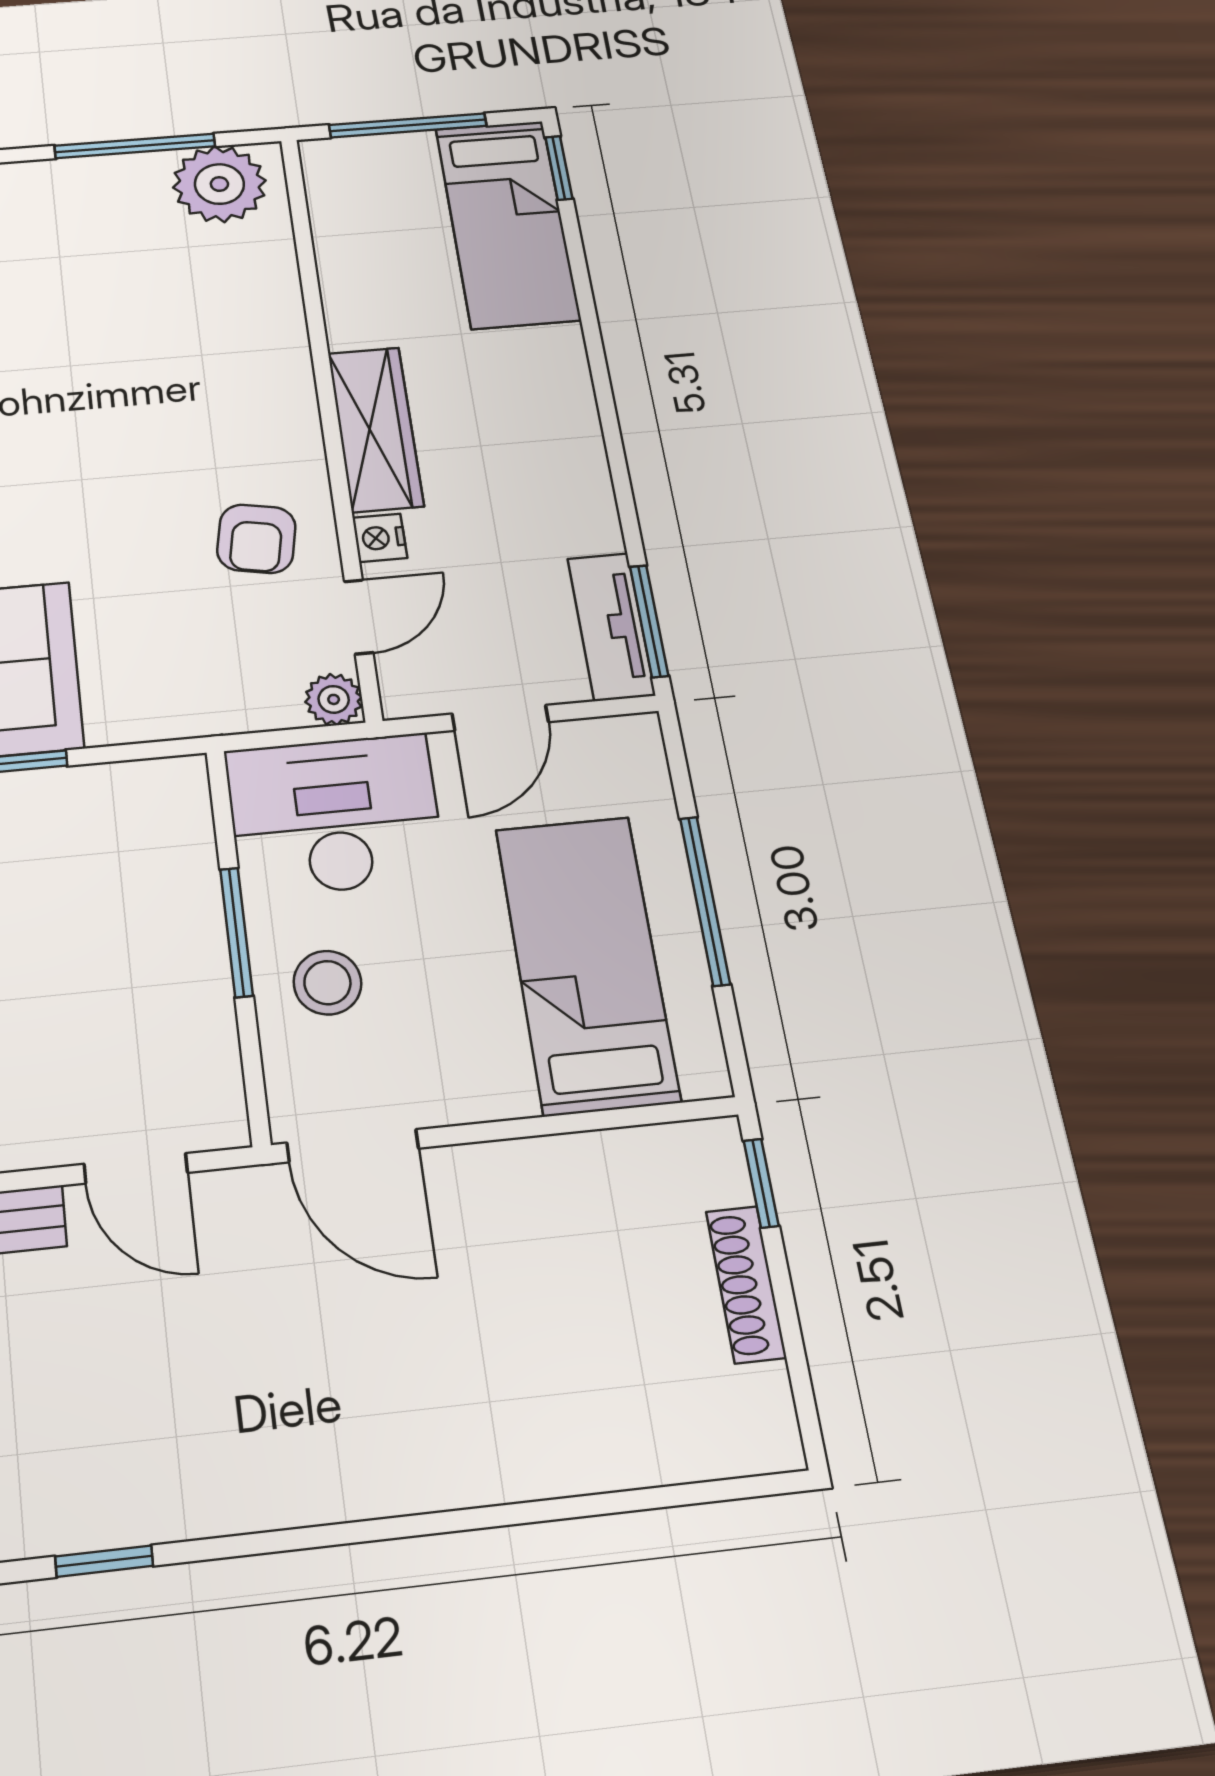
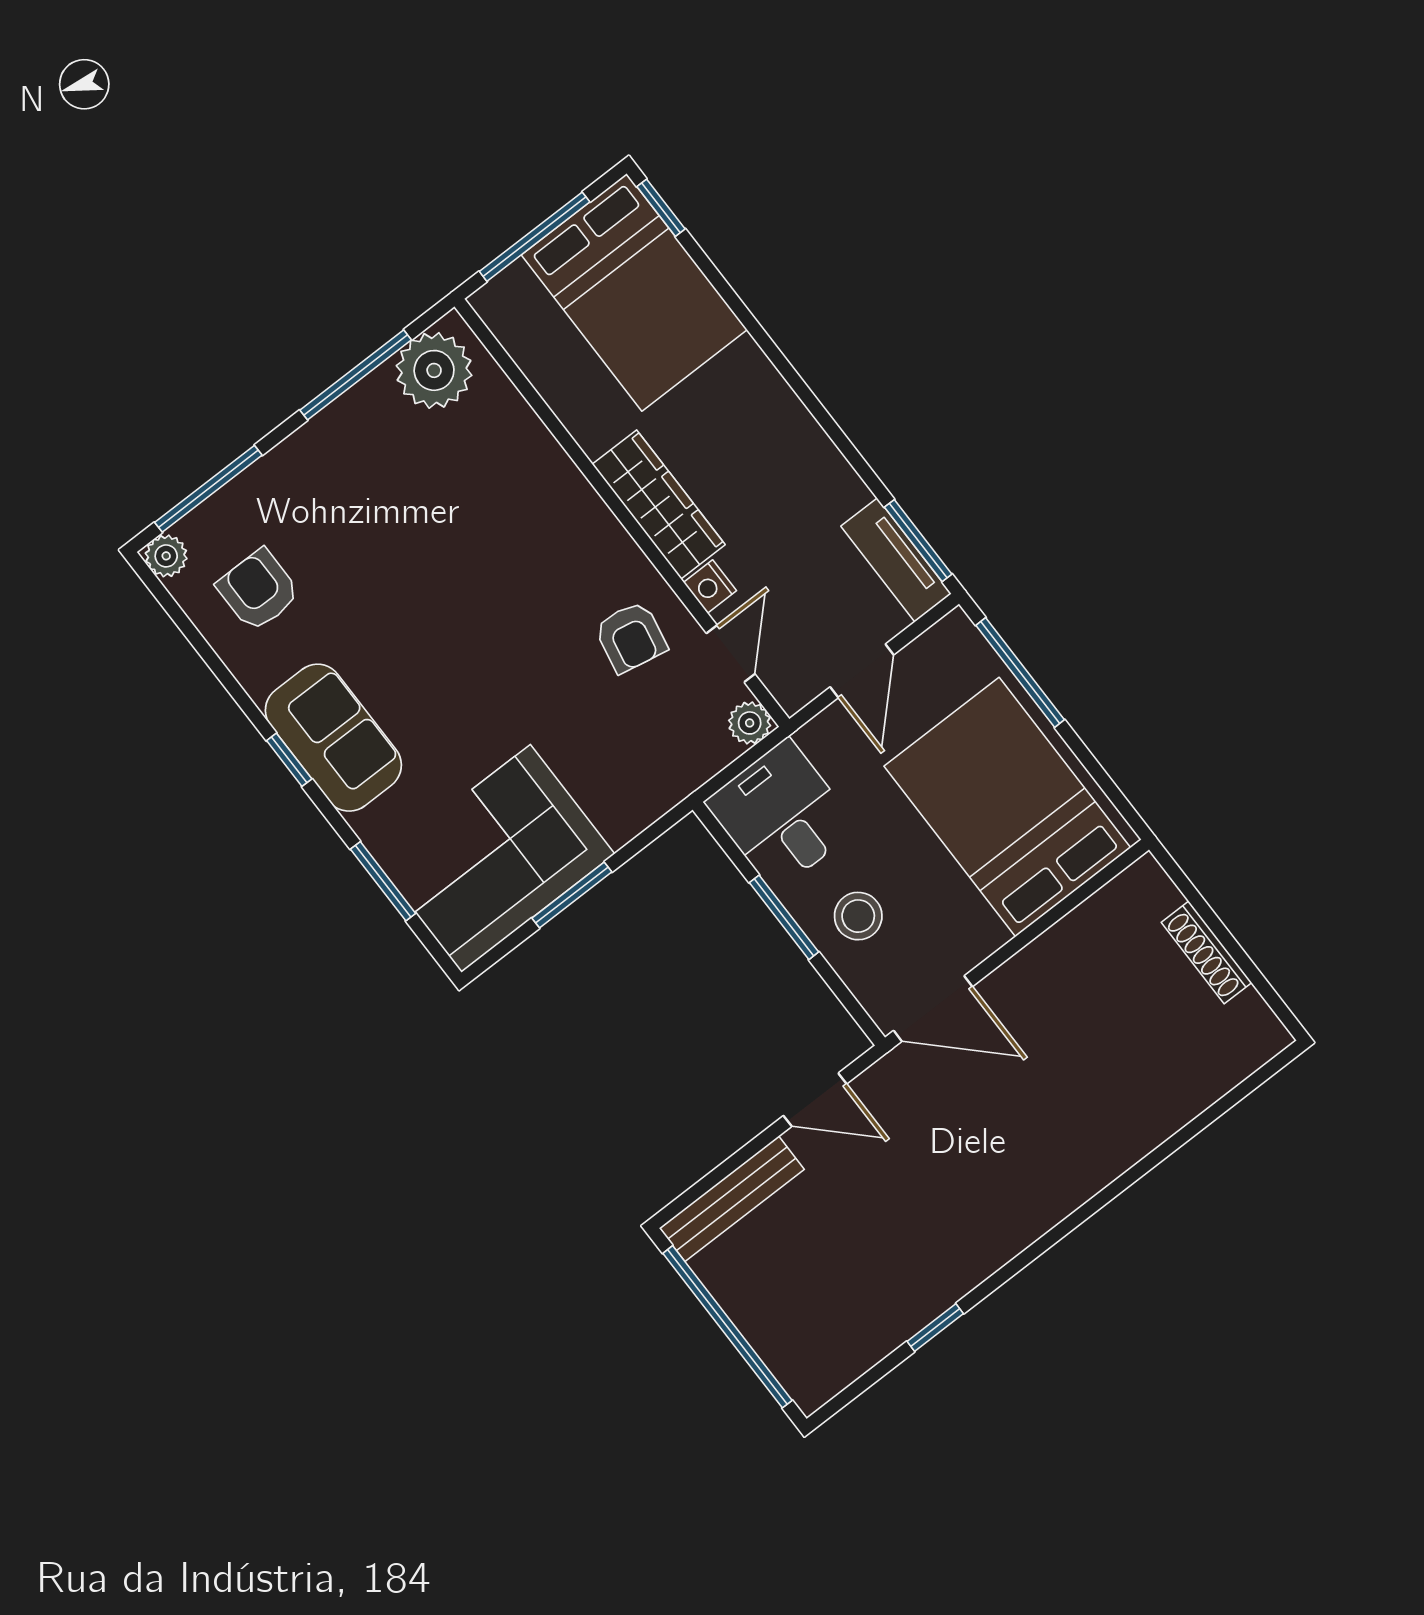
bed: (507, 223) -> (634, 292), width x1.50
desk: (335, 815) -> (781, 815), width x0.73
window: (705, 900) -> (1020, 673), moved
bed: (587, 963) -> (1007, 807), width x1.50
window: (761, 1183) -> (1184, 885), removed

